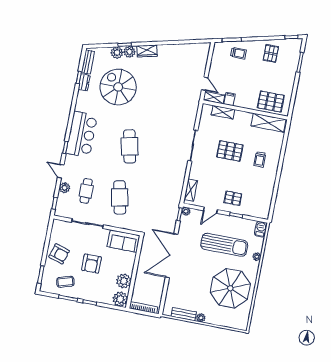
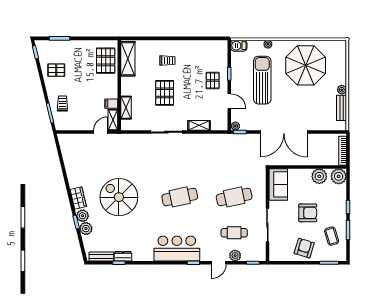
spiral stairs: (118, 87) -> (119, 197), moved, turned 90
shelving: (191, 190) -> (199, 125), moved

